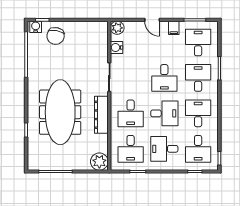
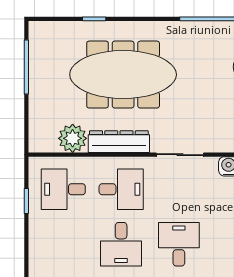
desk: (164, 78) -> (179, 244), turned 90
desk: (131, 113) -> (121, 189), turned 180
desk: (164, 149) -> (63, 244), removed
plant: (99, 162) -> (73, 138), moved

